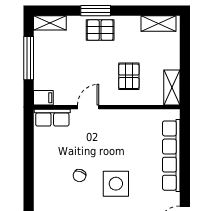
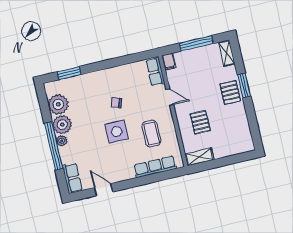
shelving: (158, 23) -> (246, 135), removed
pallet: (129, 76) -> (200, 122), turned 90
coffee table: (129, 141) -> (151, 134), added
row of seats: (171, 156) -> (155, 167), width x0.73

